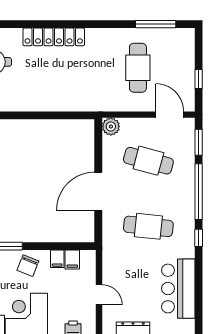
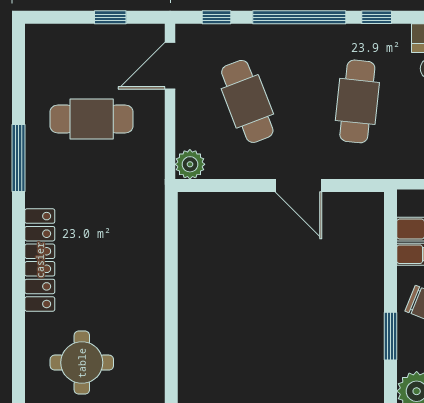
window: (156, 24) -> (18, 158), moved
window: (199, 142) -> (217, 17), width x0.67
cafe table: (148, 161) -> (247, 101), turned -36
door: (98, 191) -> (299, 185), width x0.73

